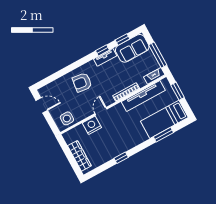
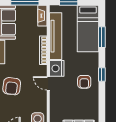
nightstand: (92, 125) -> (57, 68), moved
armchair: (119, 140) -> (84, 82), added
window: (121, 158) -> (102, 75), moved

